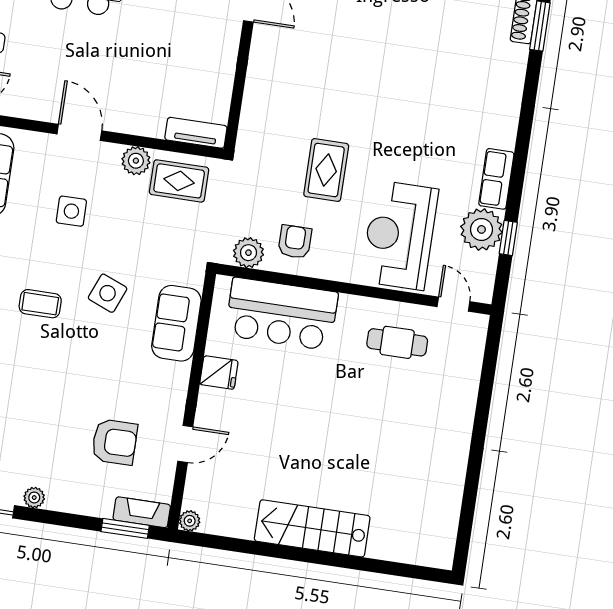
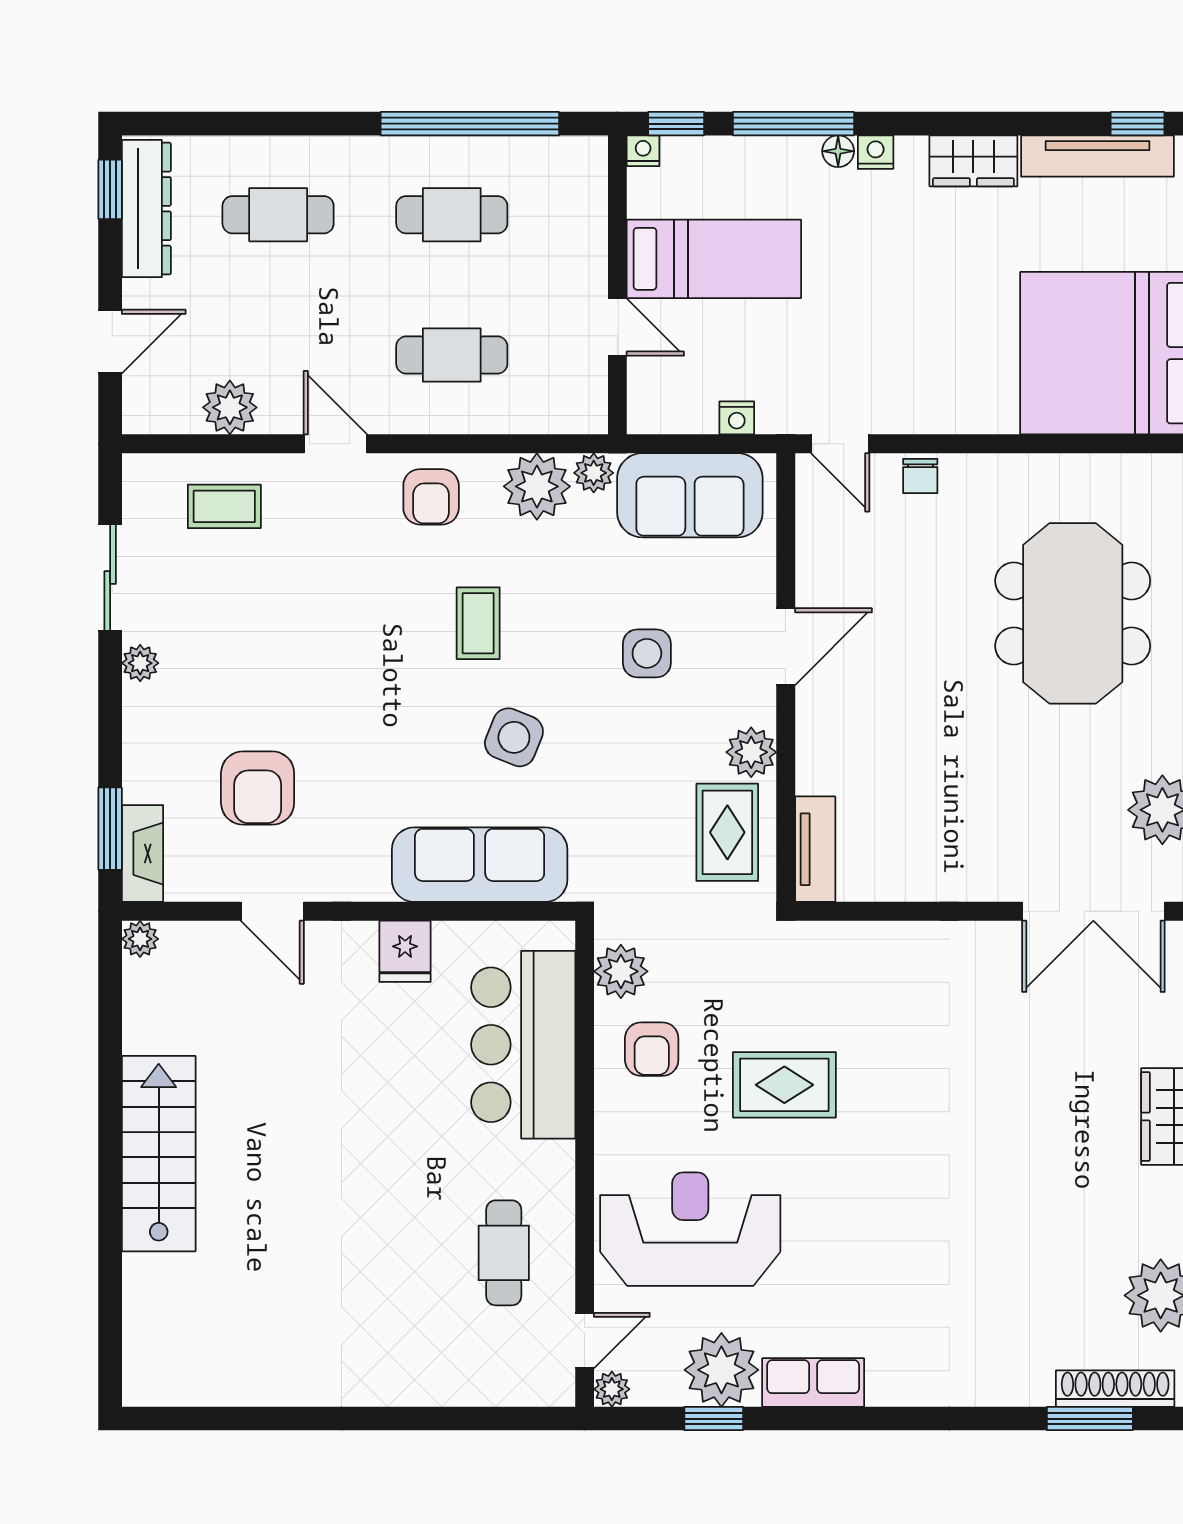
armchair: (295, 242) -> (652, 1049), turned 90
plant: (483, 293) -> (612, 1389), added
sofa: (176, 323) -> (480, 865), width x1.36

